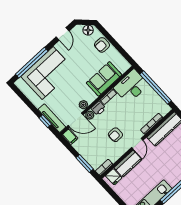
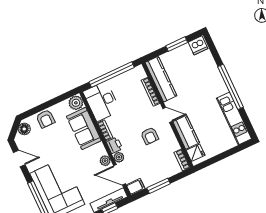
plant: (123, 66) -> (76, 103), added
door: (76, 120) -> (119, 175), swing flipped
window: (85, 163) -> (159, 186), moved

